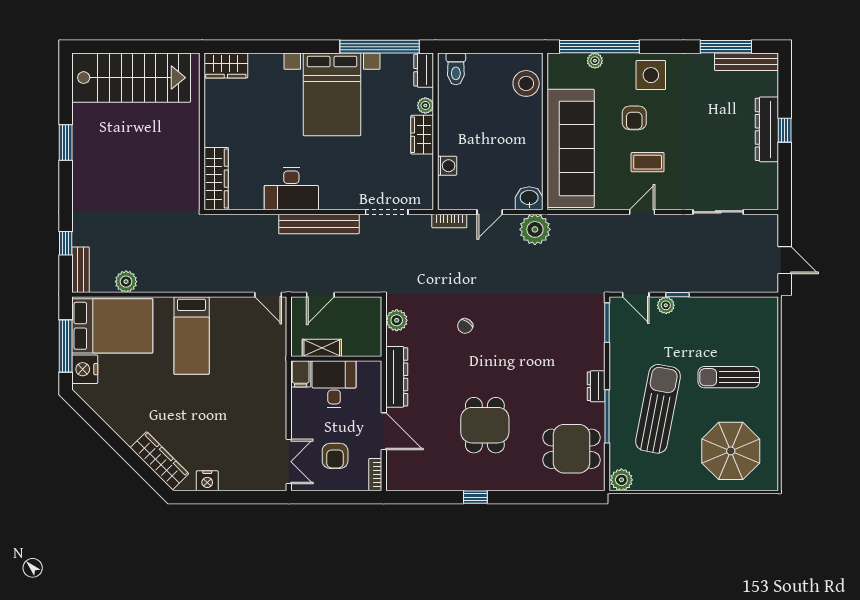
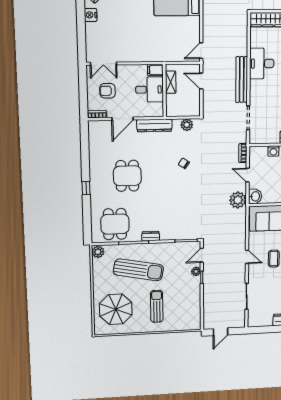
dining table: (485, 425) -> (127, 176), turned 90
window: (475, 497) -> (86, 188), moved

